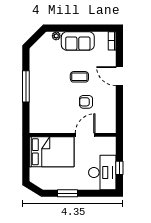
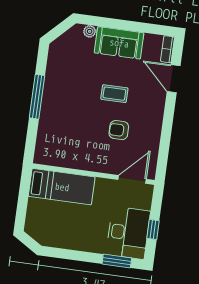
door: (119, 76) -> (174, 79), moved
door: (85, 135) -> (132, 179), moved
bed: (52, 152) -> (62, 187), width x0.67
window: (68, 193) -> (117, 261), moved

